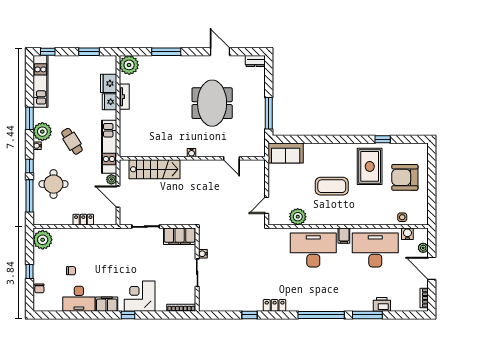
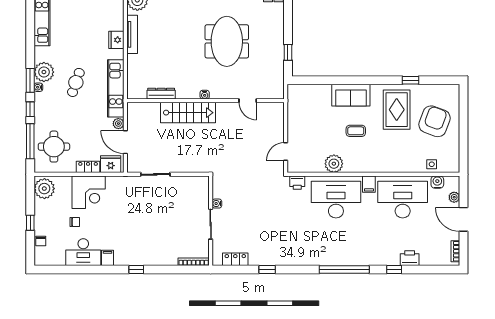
fridge: (109, 83) -> (111, 164), moved, turned 90
tv unit: (124, 97) -> (132, 34), width x1.41
window: (269, 113) -> (288, 52), width x0.46
window: (30, 118) -> (30, 80), moved
cafe table: (72, 141) -> (76, 82), turned 51
dresser: (151, 152) -> (161, 94), added
sofa: (286, 153) -> (351, 95), moved
stairs: (155, 169) -> (188, 113), moved
armchair: (405, 177) -> (434, 121), turned 110
round table: (53, 184) -> (54, 147), moved
coffee table: (332, 186) -> (356, 131), width x0.54, depth x0.58
plant: (298, 217) -> (334, 164), moved
printer: (278, 234) -> (297, 183), added
filing cabinet: (180, 236) -> (192, 185), removed
corner desk: (140, 296) -> (89, 192), moved, turned 180
filing cabinet: (107, 304) -> (107, 258), width x0.50
locker: (275, 305) -> (235, 259), moved
window: (367, 315) -> (394, 270), width x0.46

